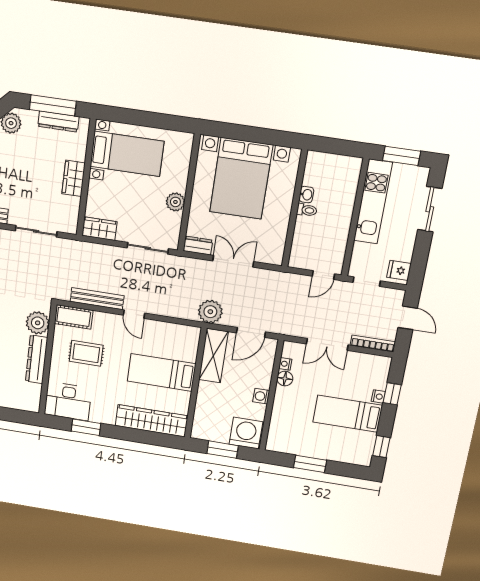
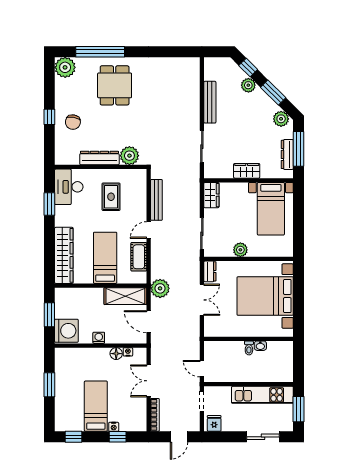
cot: (74, 317) -> (139, 257), moved

